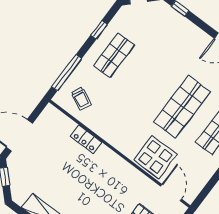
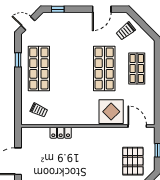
shop shelf: (114, 55) -> (39, 68), width x1.43, depth x1.36
window: (67, 73) -> (18, 101), removed

